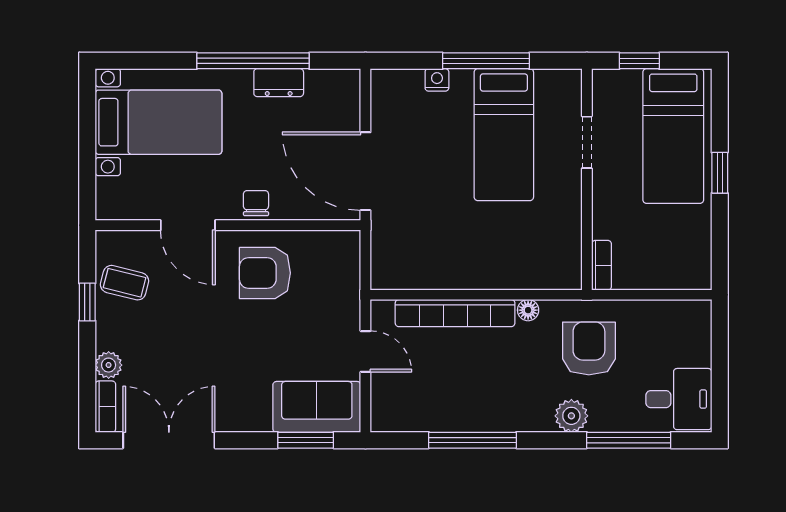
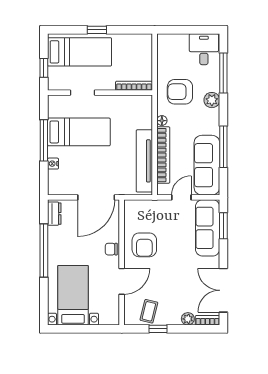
dresser: (279, 83) -> (54, 214), moved
bookcase: (602, 265) -> (134, 86), width x1.56
tv unit: (443, 273) -> (144, 161), added
sofa: (434, 405) -> (207, 165), added
sofa: (317, 407) -> (208, 228), width x1.36

